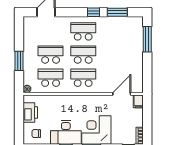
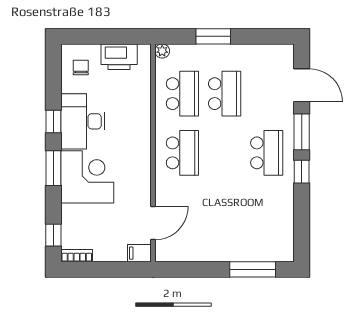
window: (117, 12) -> (302, 132), moved
school desk: (83, 55) -> (225, 153), removed
door: (122, 94) -> (153, 223), hinge flipped

